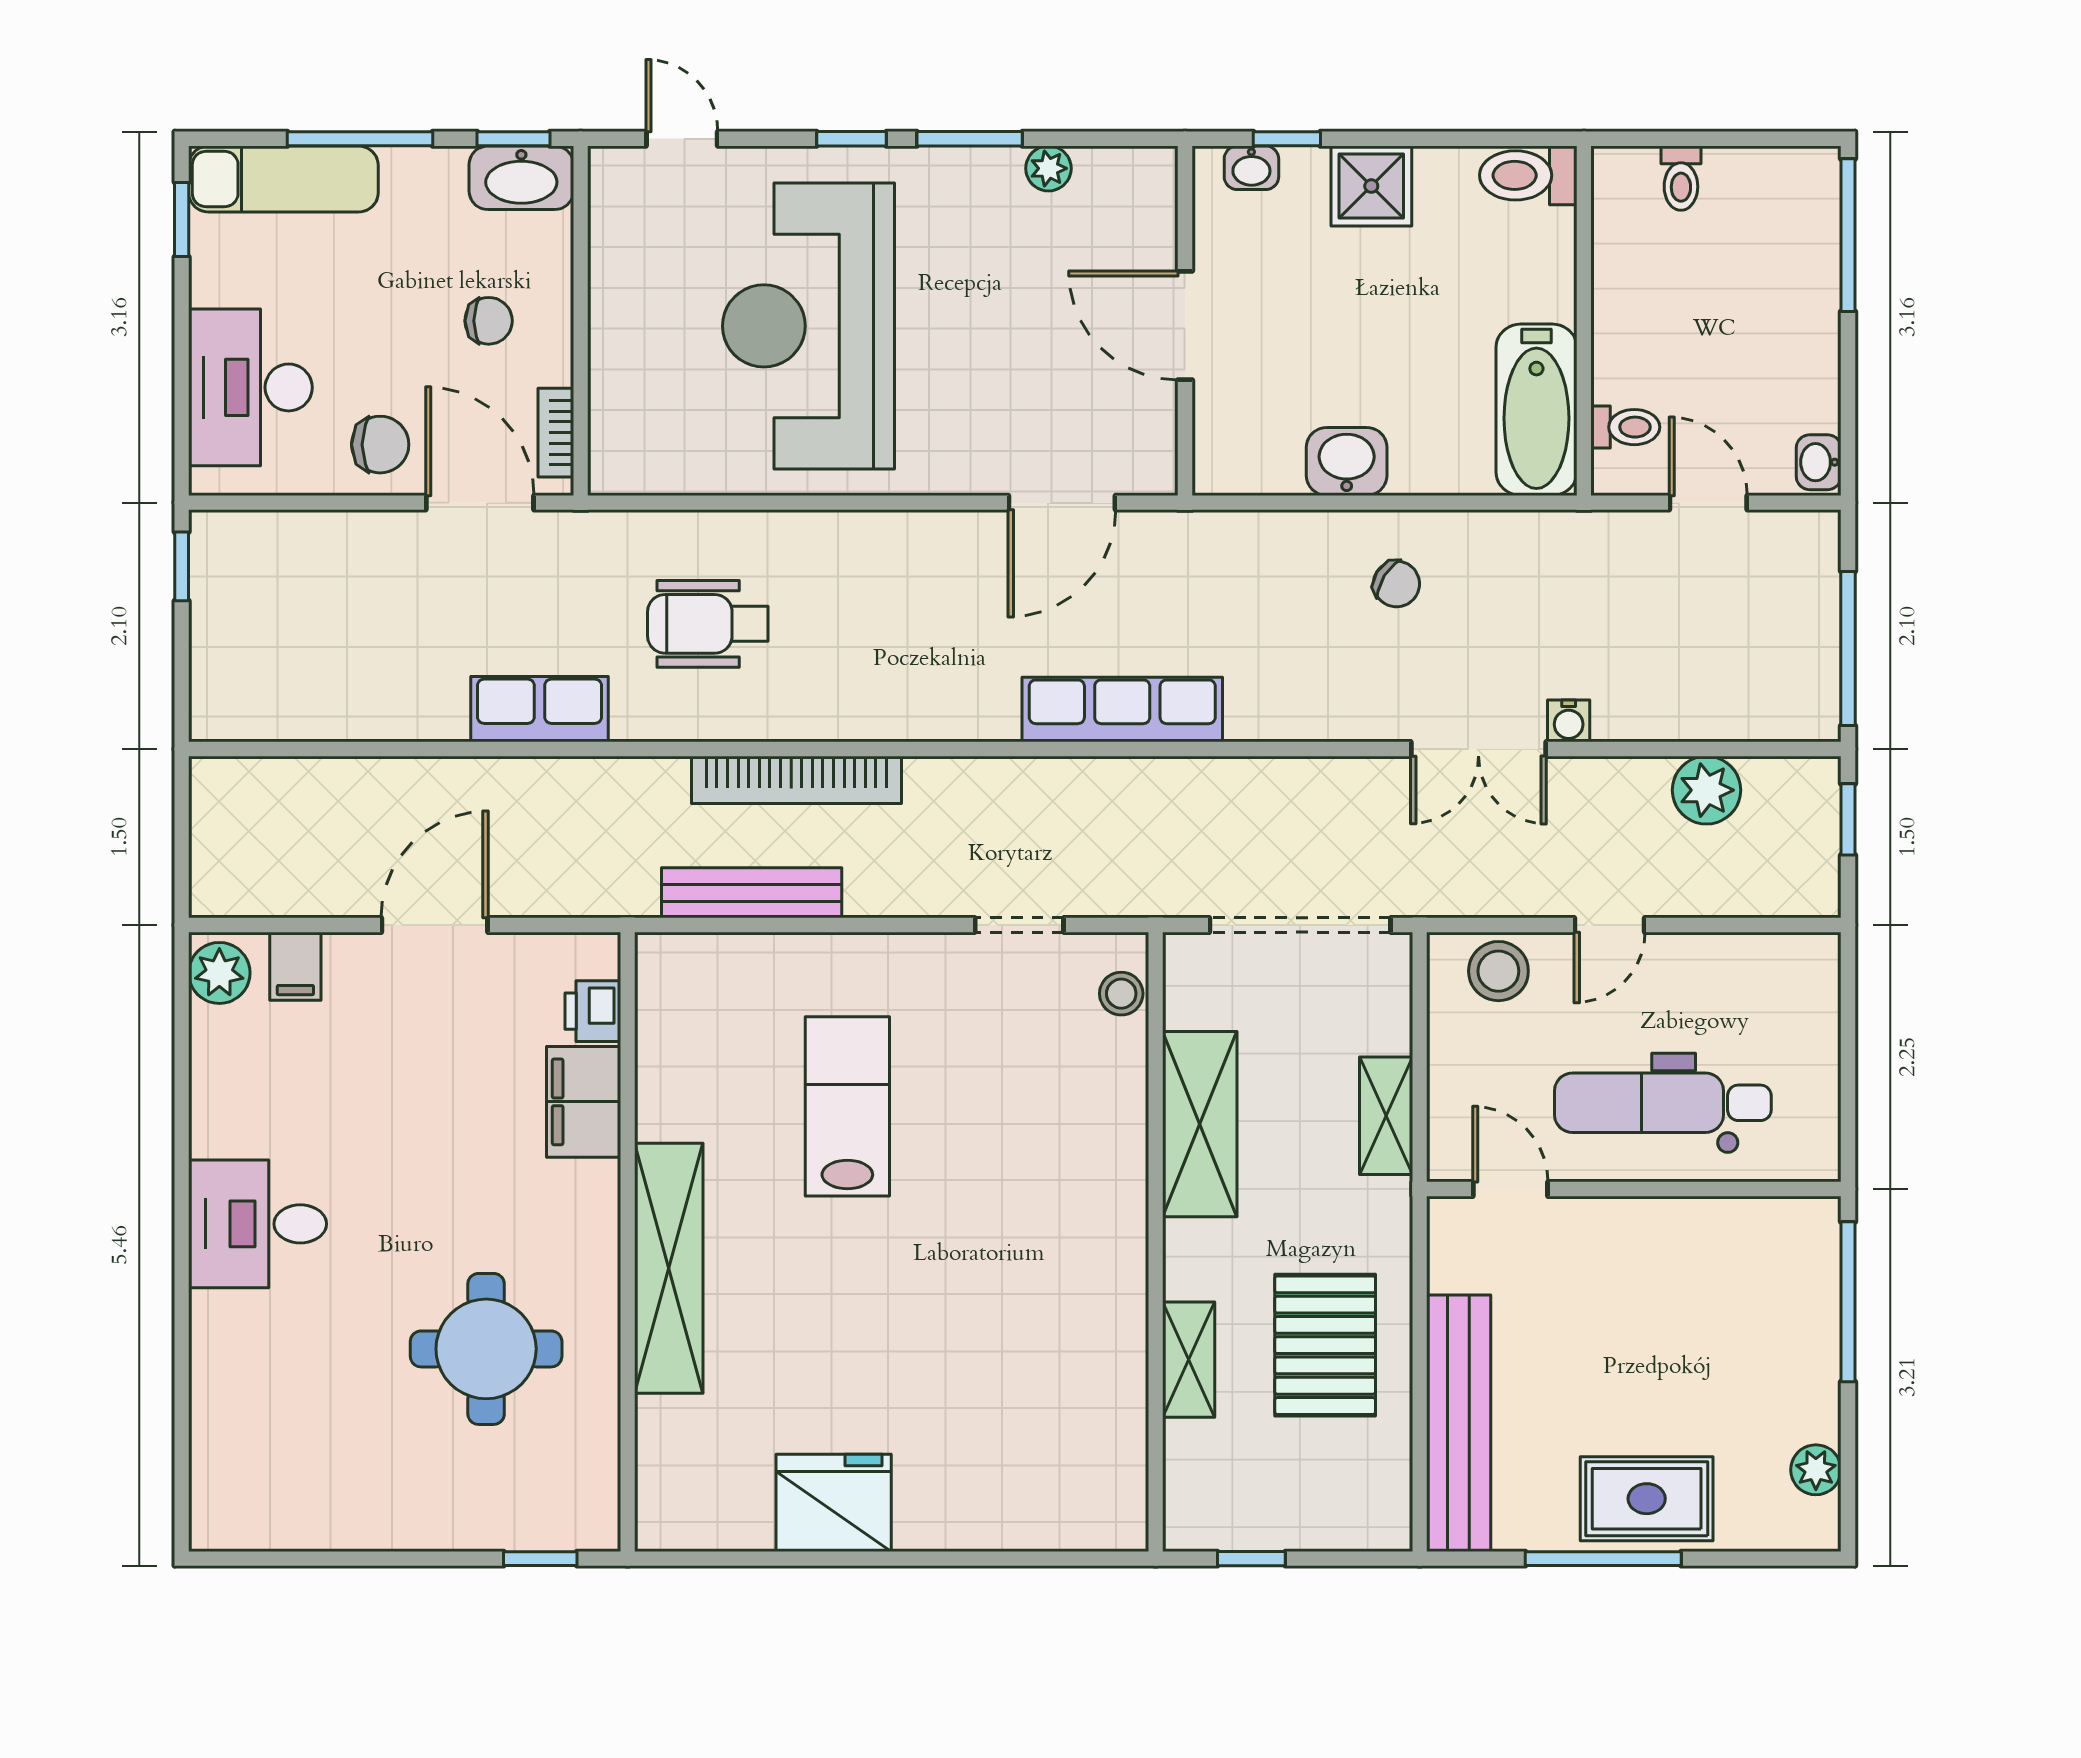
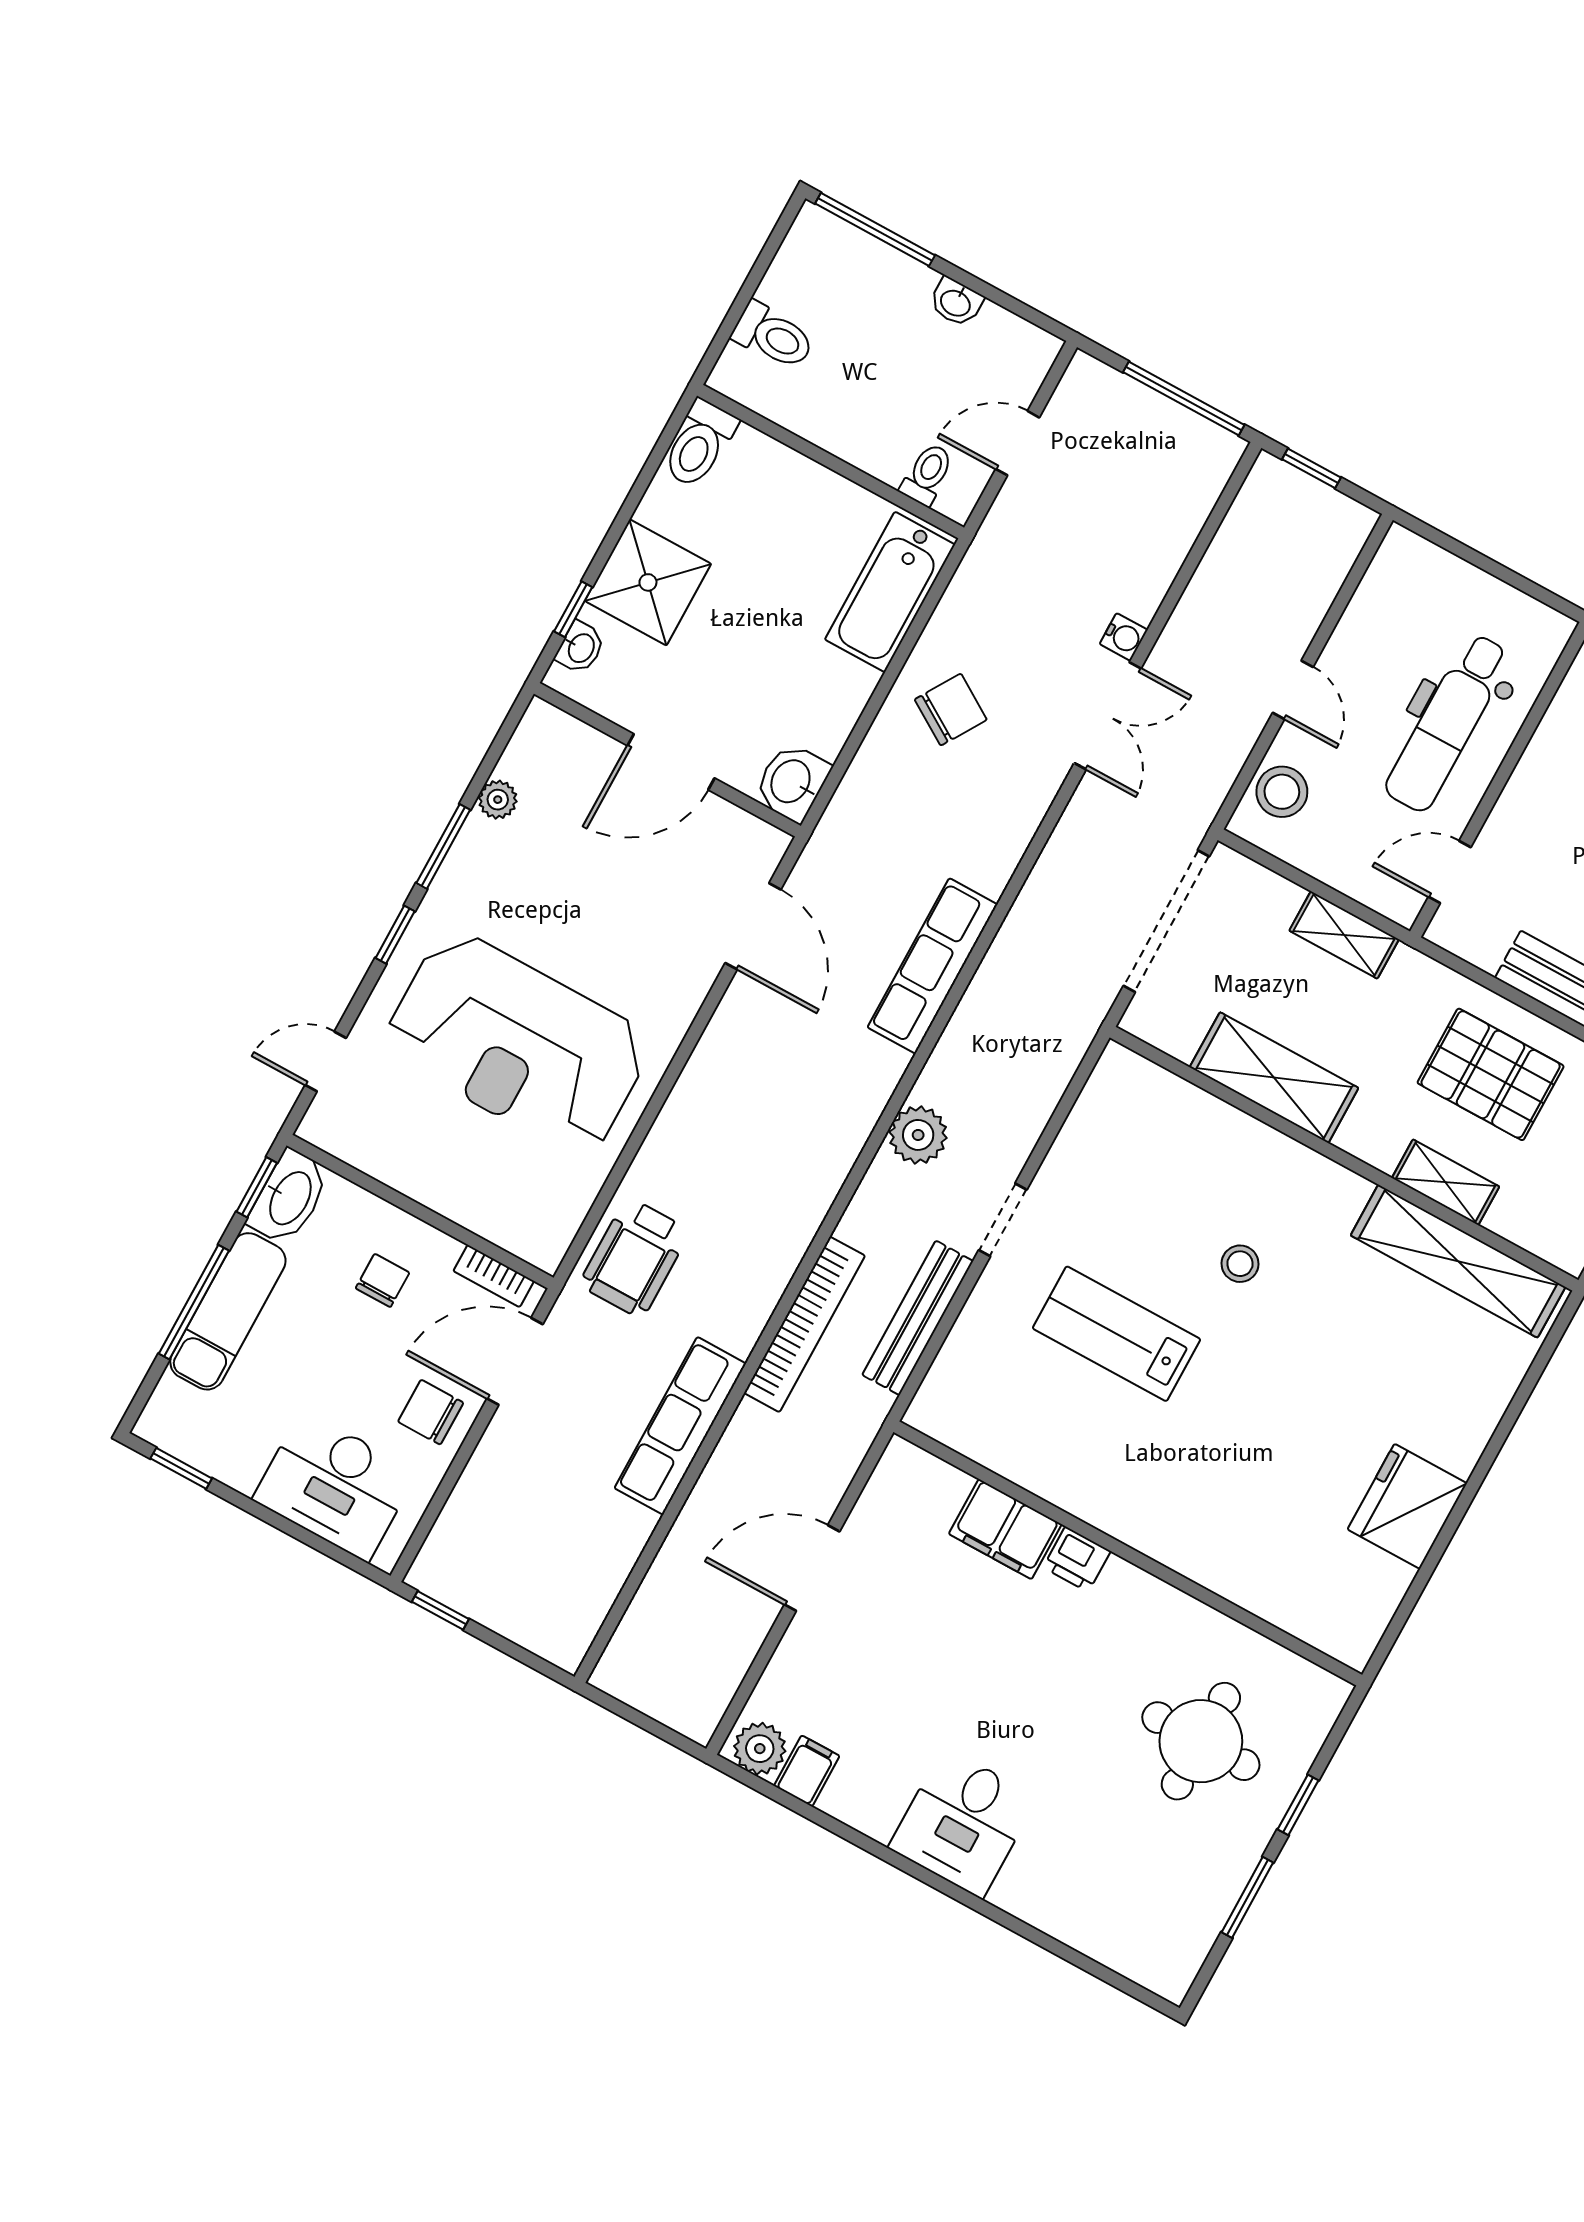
toilet: (1681, 178) -> (773, 336), width x1.37, depth x1.39
exam couch: (283, 179) -> (228, 1311), moved
shower: (1371, 186) -> (648, 582), width x1.36, depth x1.36
bathtub: (1536, 410) -> (890, 592), moved, turned 90
chair: (380, 445) -> (431, 1412), turned -90
washbasin: (1347, 461) -> (792, 782), moved
washbasin: (1819, 462) -> (956, 302), moved
chair: (1396, 584) -> (951, 710), width x1.37, depth x1.37
wheelchair: (708, 624) -> (635, 1258), moved
row of seats: (540, 709) -> (680, 1426), width x1.48
bookcase: (796, 780) -> (804, 1324), moved
plant: (1706, 790) -> (918, 1135), moved
door: (435, 925) -> (812, 1568), hinge flipped
doorway: (1019, 925) -> (1003, 1220), moved
filing cabinet: (295, 966) -> (807, 1771), moved, turned -90
stool: (1121, 994) -> (1240, 1264), moved
printer: (593, 1011) -> (1077, 1559), moved
shelving: (669, 1268) -> (1458, 1261), moved
round table: (486, 1349) -> (1201, 1741), moved
window: (341, 1559) -> (1247, 1897), added
window: (540, 1559) -> (1298, 1805), moved

